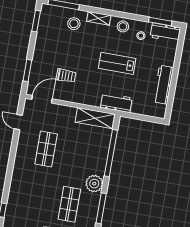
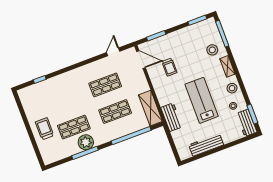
lab bench: (117, 63) -> (202, 100), width x1.36, depth x1.39
shop shelf: (78, 155) -> (115, 112), added
plant: (94, 184) -> (86, 142), moved

